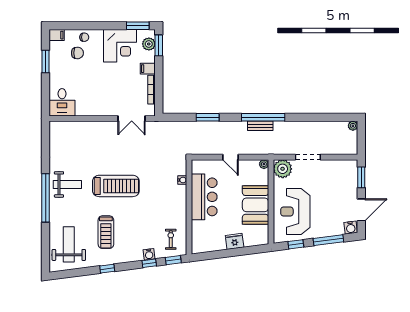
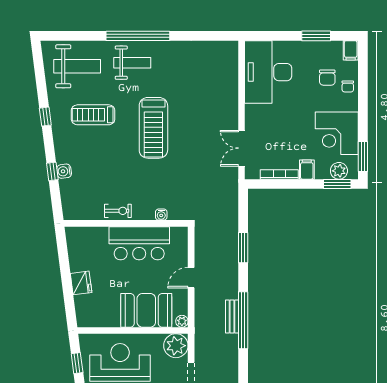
desk: (62, 102) -> (268, 72), width x1.87, depth x1.30
weight bench: (67, 184) -> (132, 63), moved, turned -90
booth: (256, 205) -> (146, 310), moved
exercise bike: (171, 239) -> (118, 211), moved
window: (173, 260) -> (56, 203), removed

